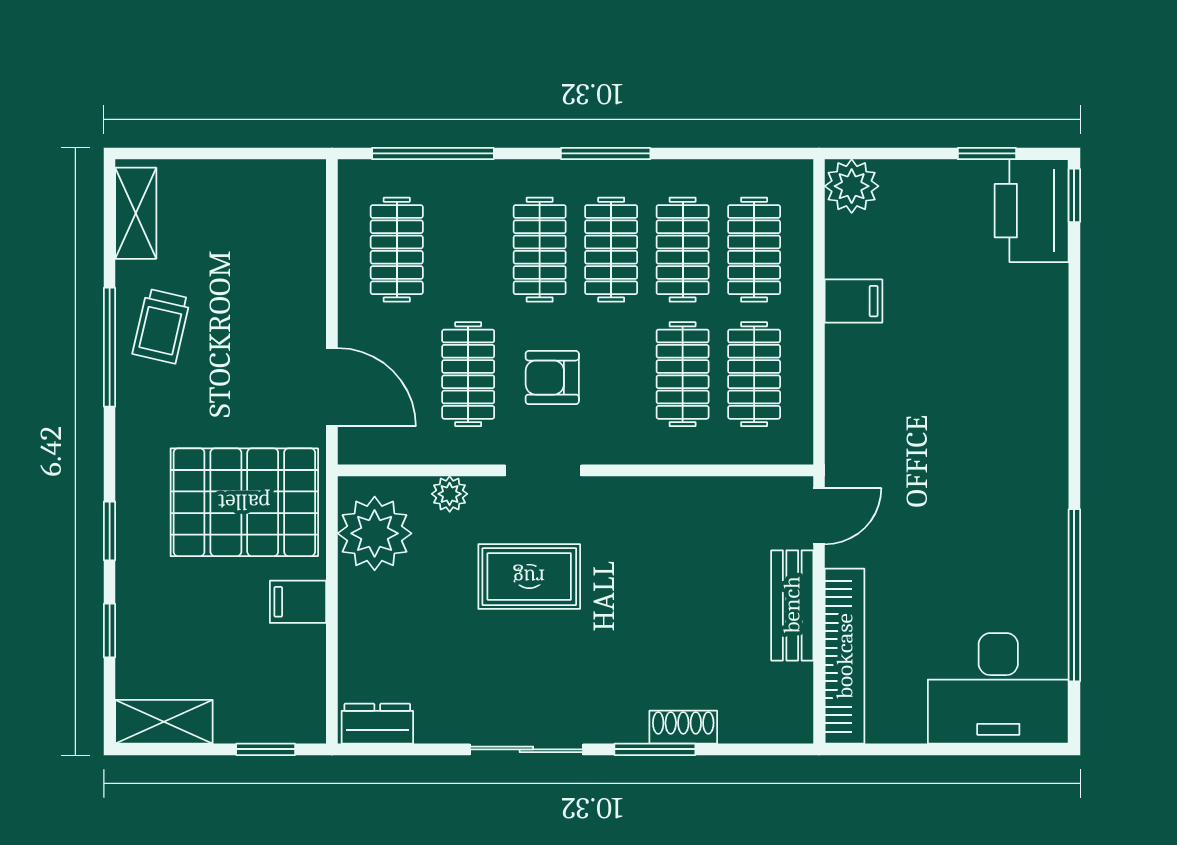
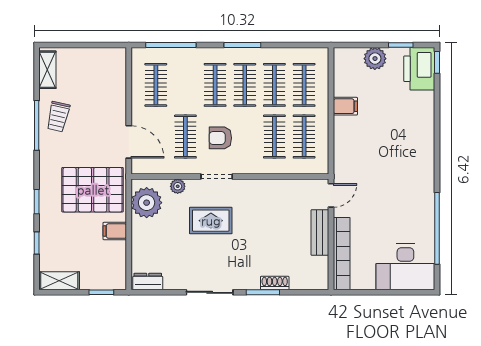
plant: (852, 186) -> (375, 59), moved

